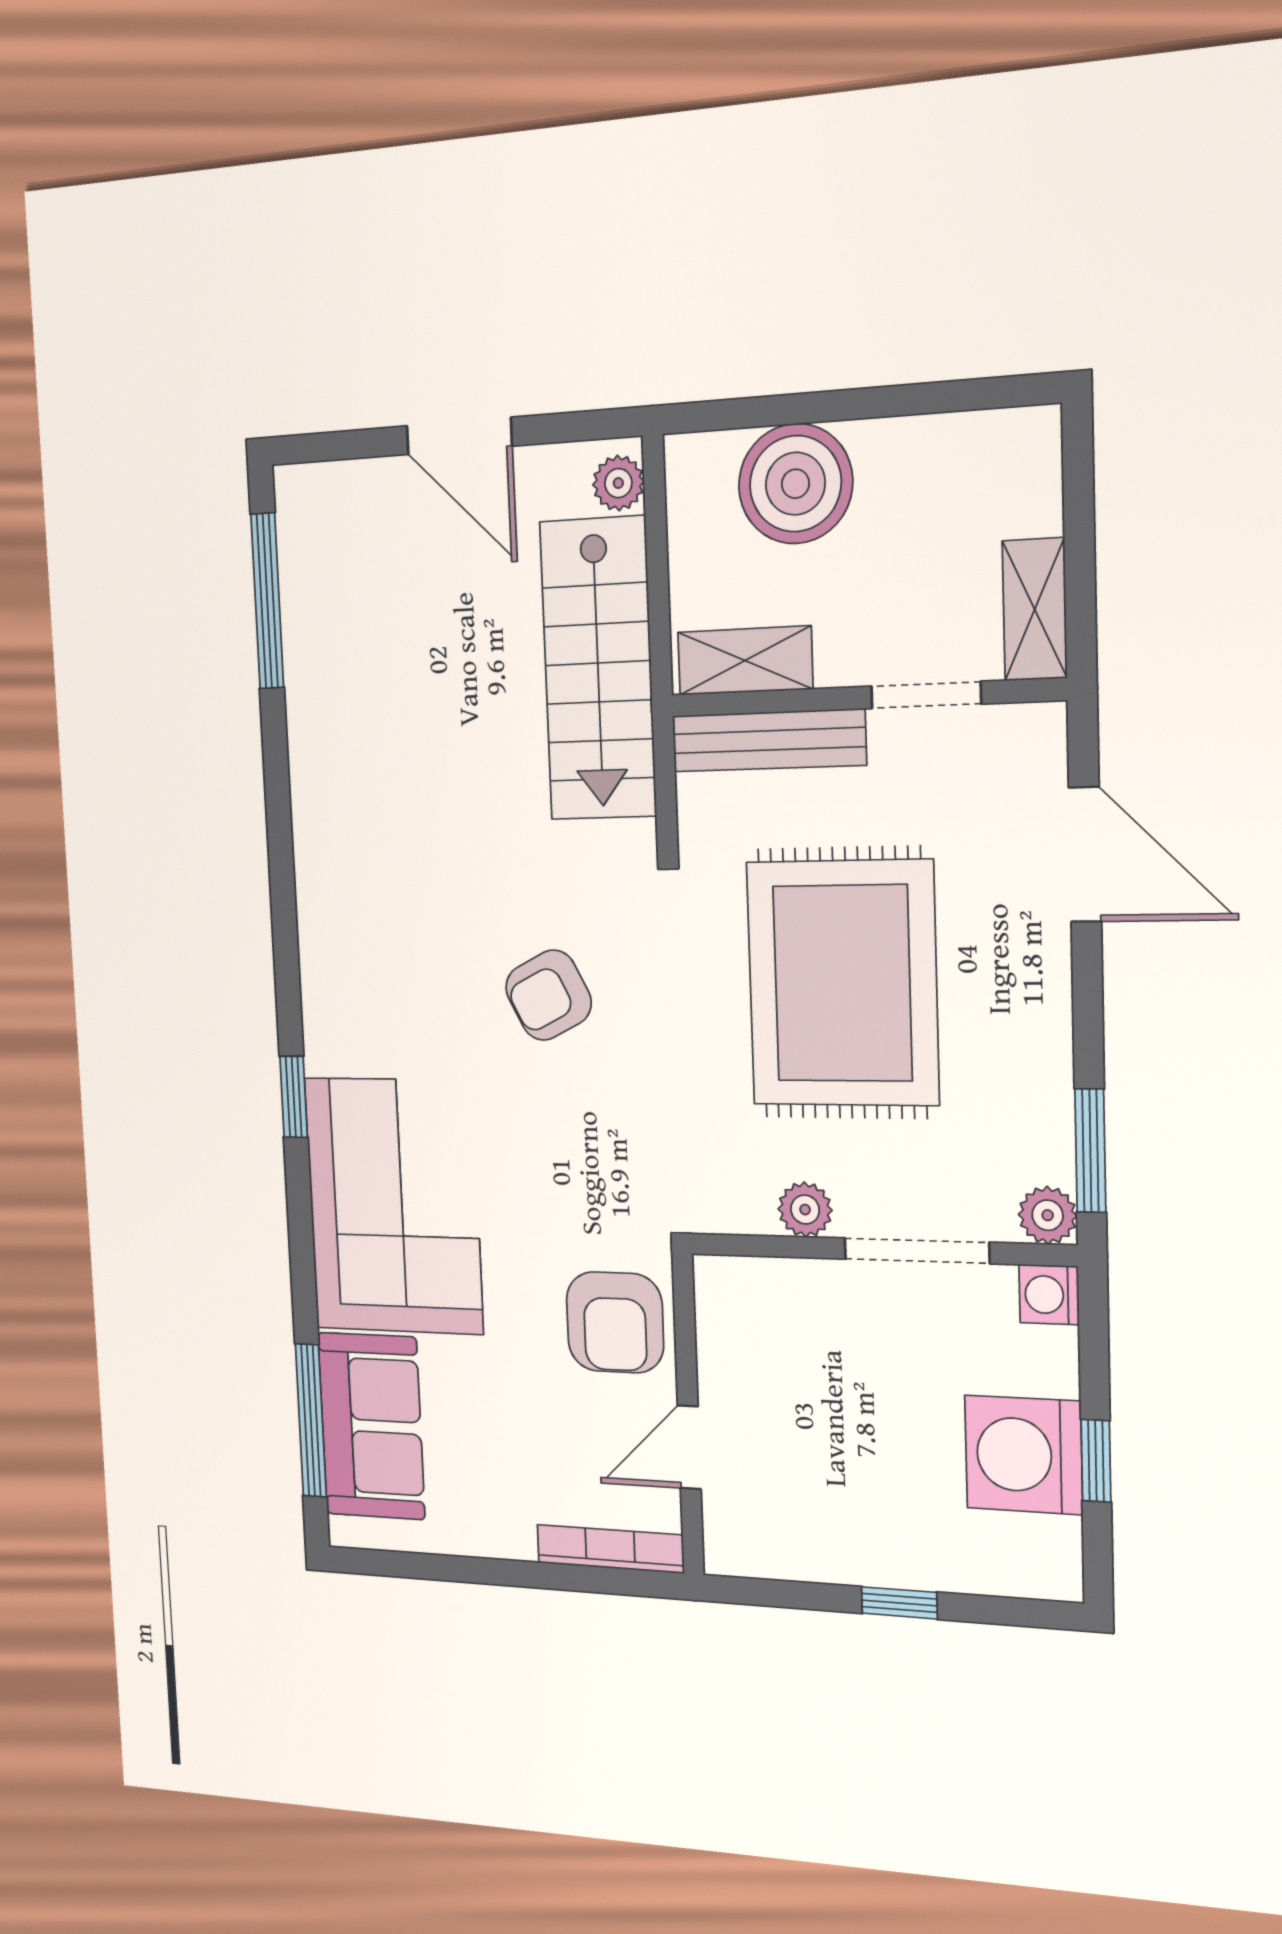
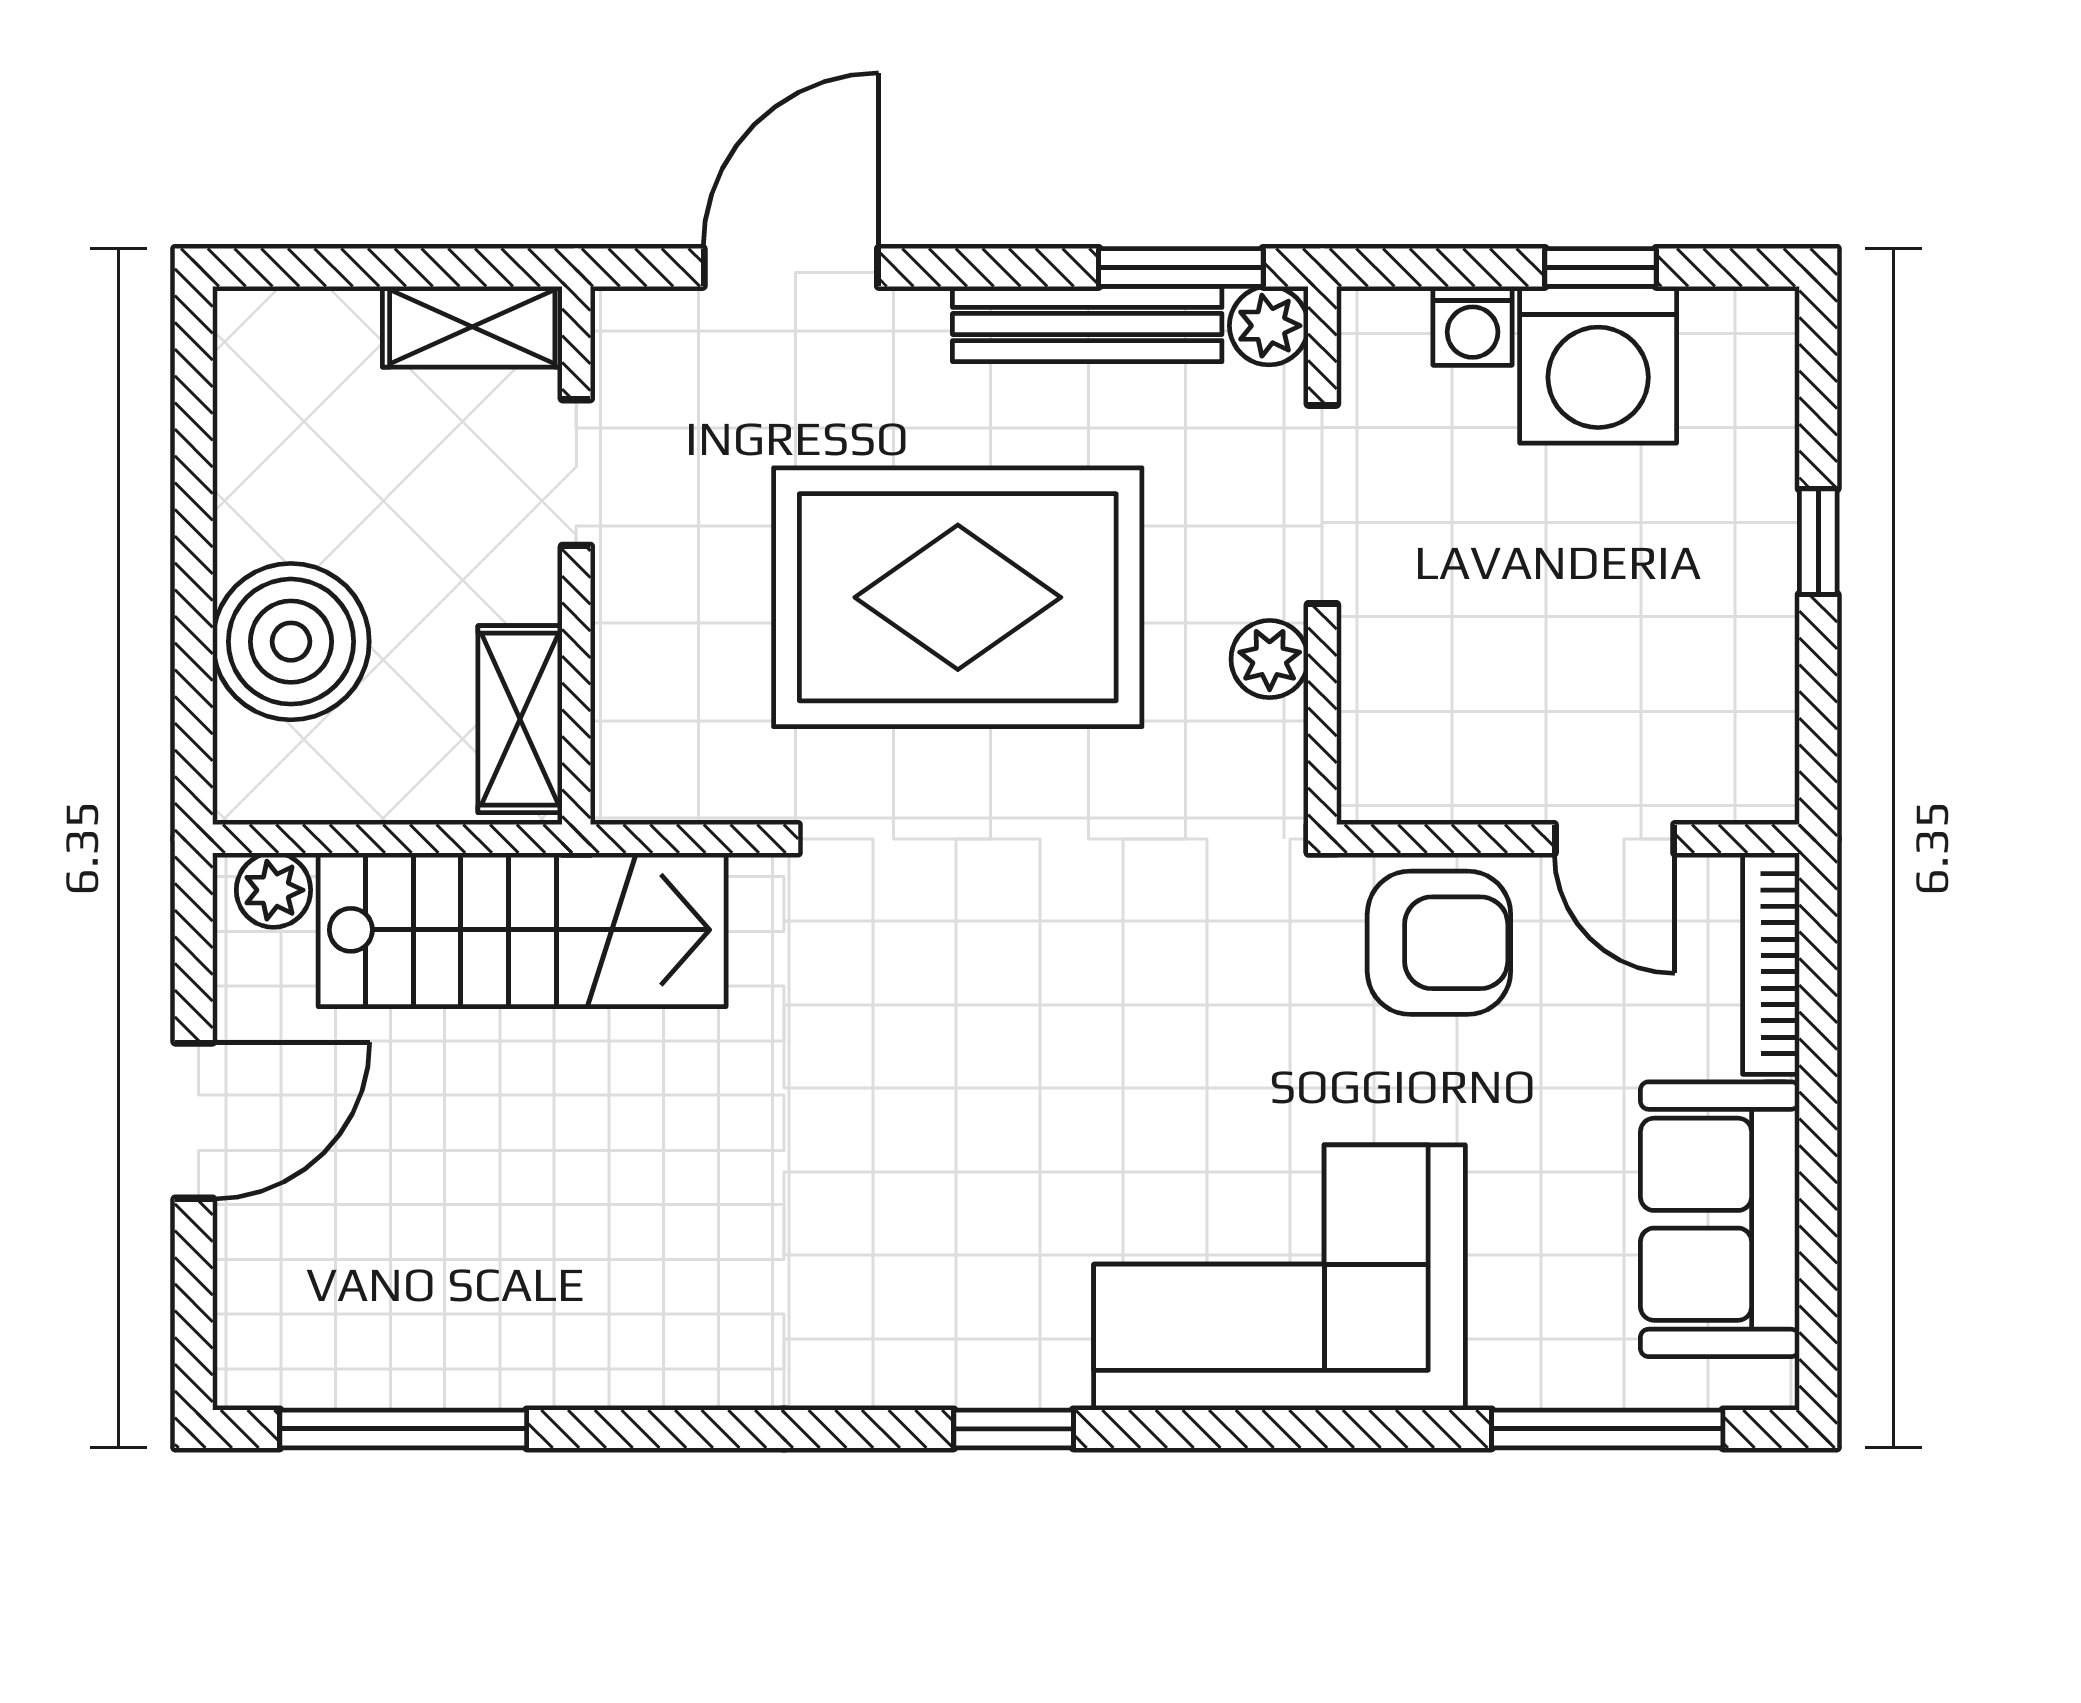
bench: (769, 740) -> (1087, 324), moved, turned 90
armchair: (548, 995) -> (973, 1023), removed
window: (294, 1097) -> (1014, 1429), moved
washing machine: (1049, 1295) -> (1473, 326), moved
sofa: (371, 1426) -> (1720, 1219), moved, turned -90

